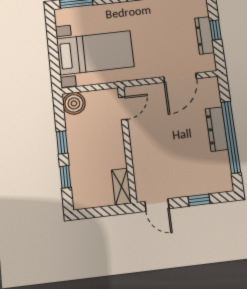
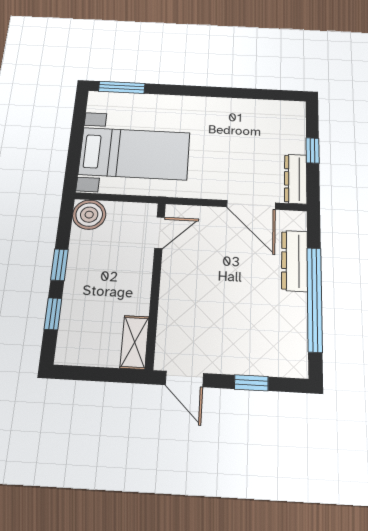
dresser: (204, 35) -> (296, 179), moved
door: (180, 78) -> (251, 205), hinge flipped
dresser: (217, 129) -> (295, 261), moved

